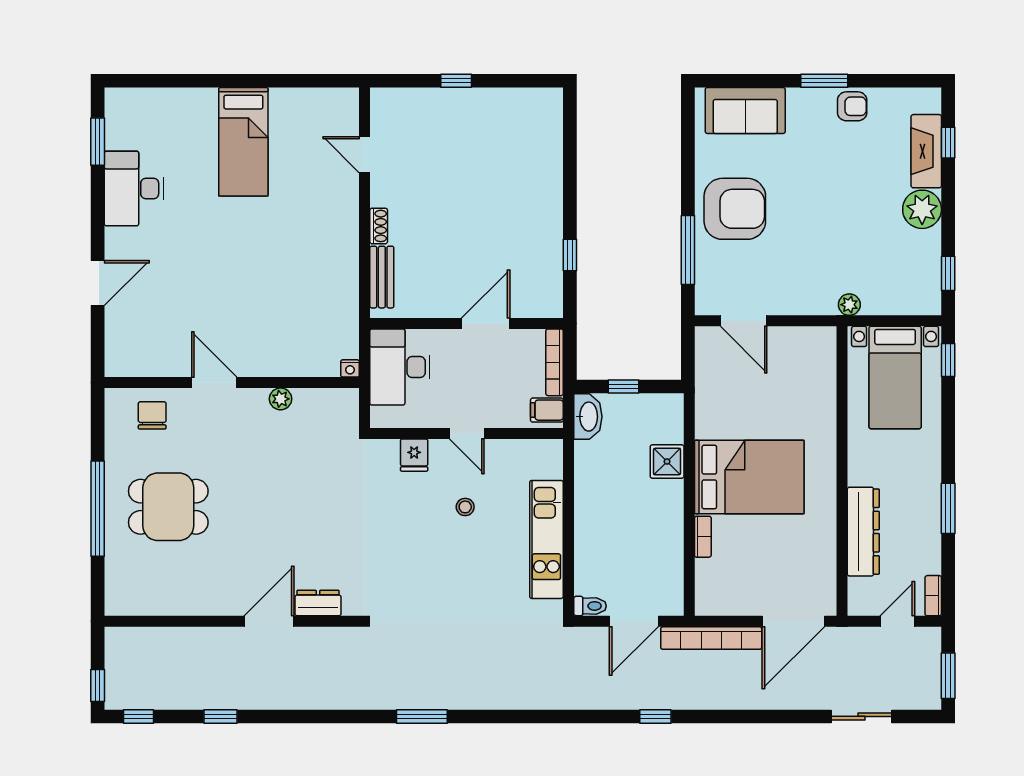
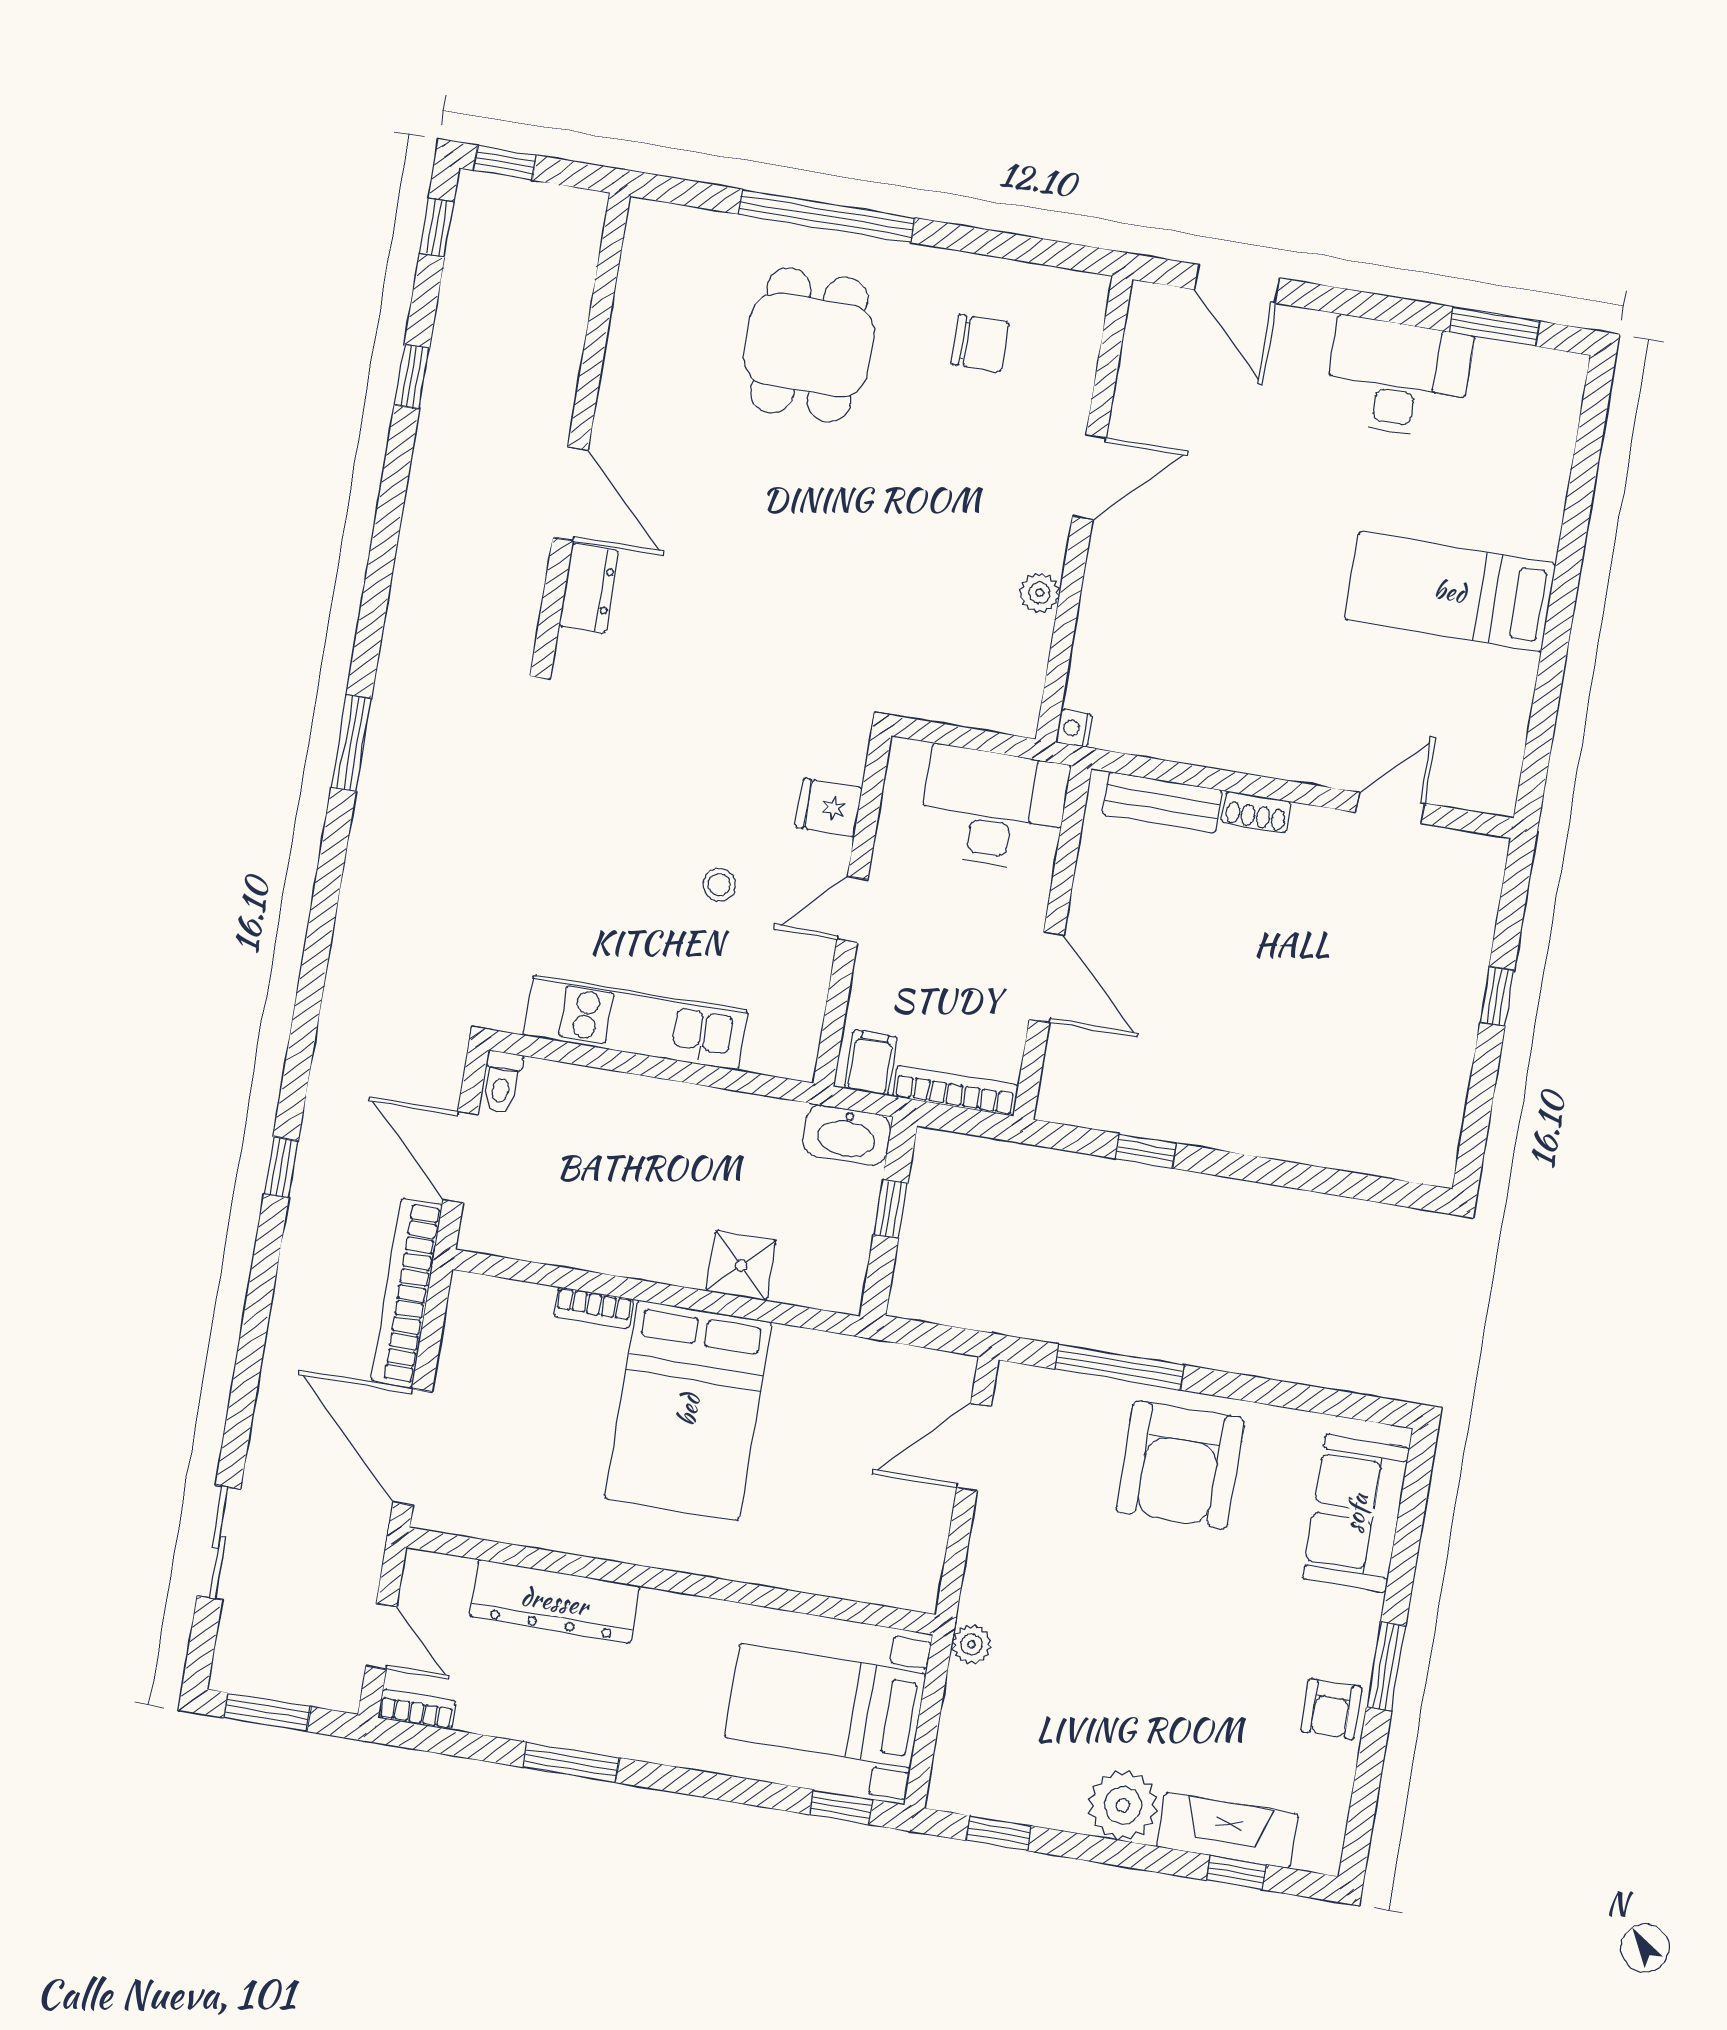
nightstand: (350, 368) -> (1074, 728), moved
door: (214, 383) -> (1089, 477), moved
wall: (232, 383) -> (1084, 509), moved
plant: (281, 399) -> (1040, 593), moved

